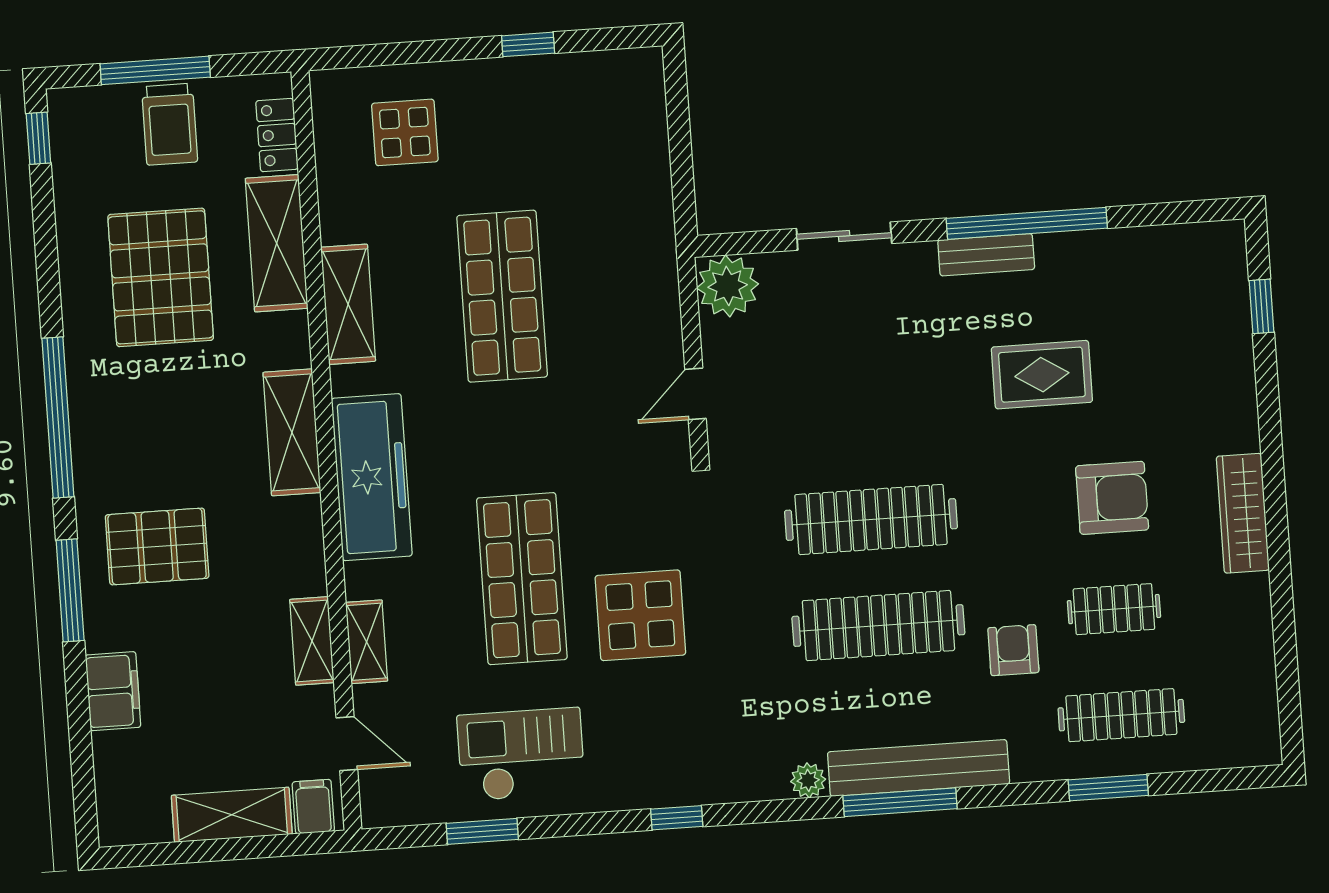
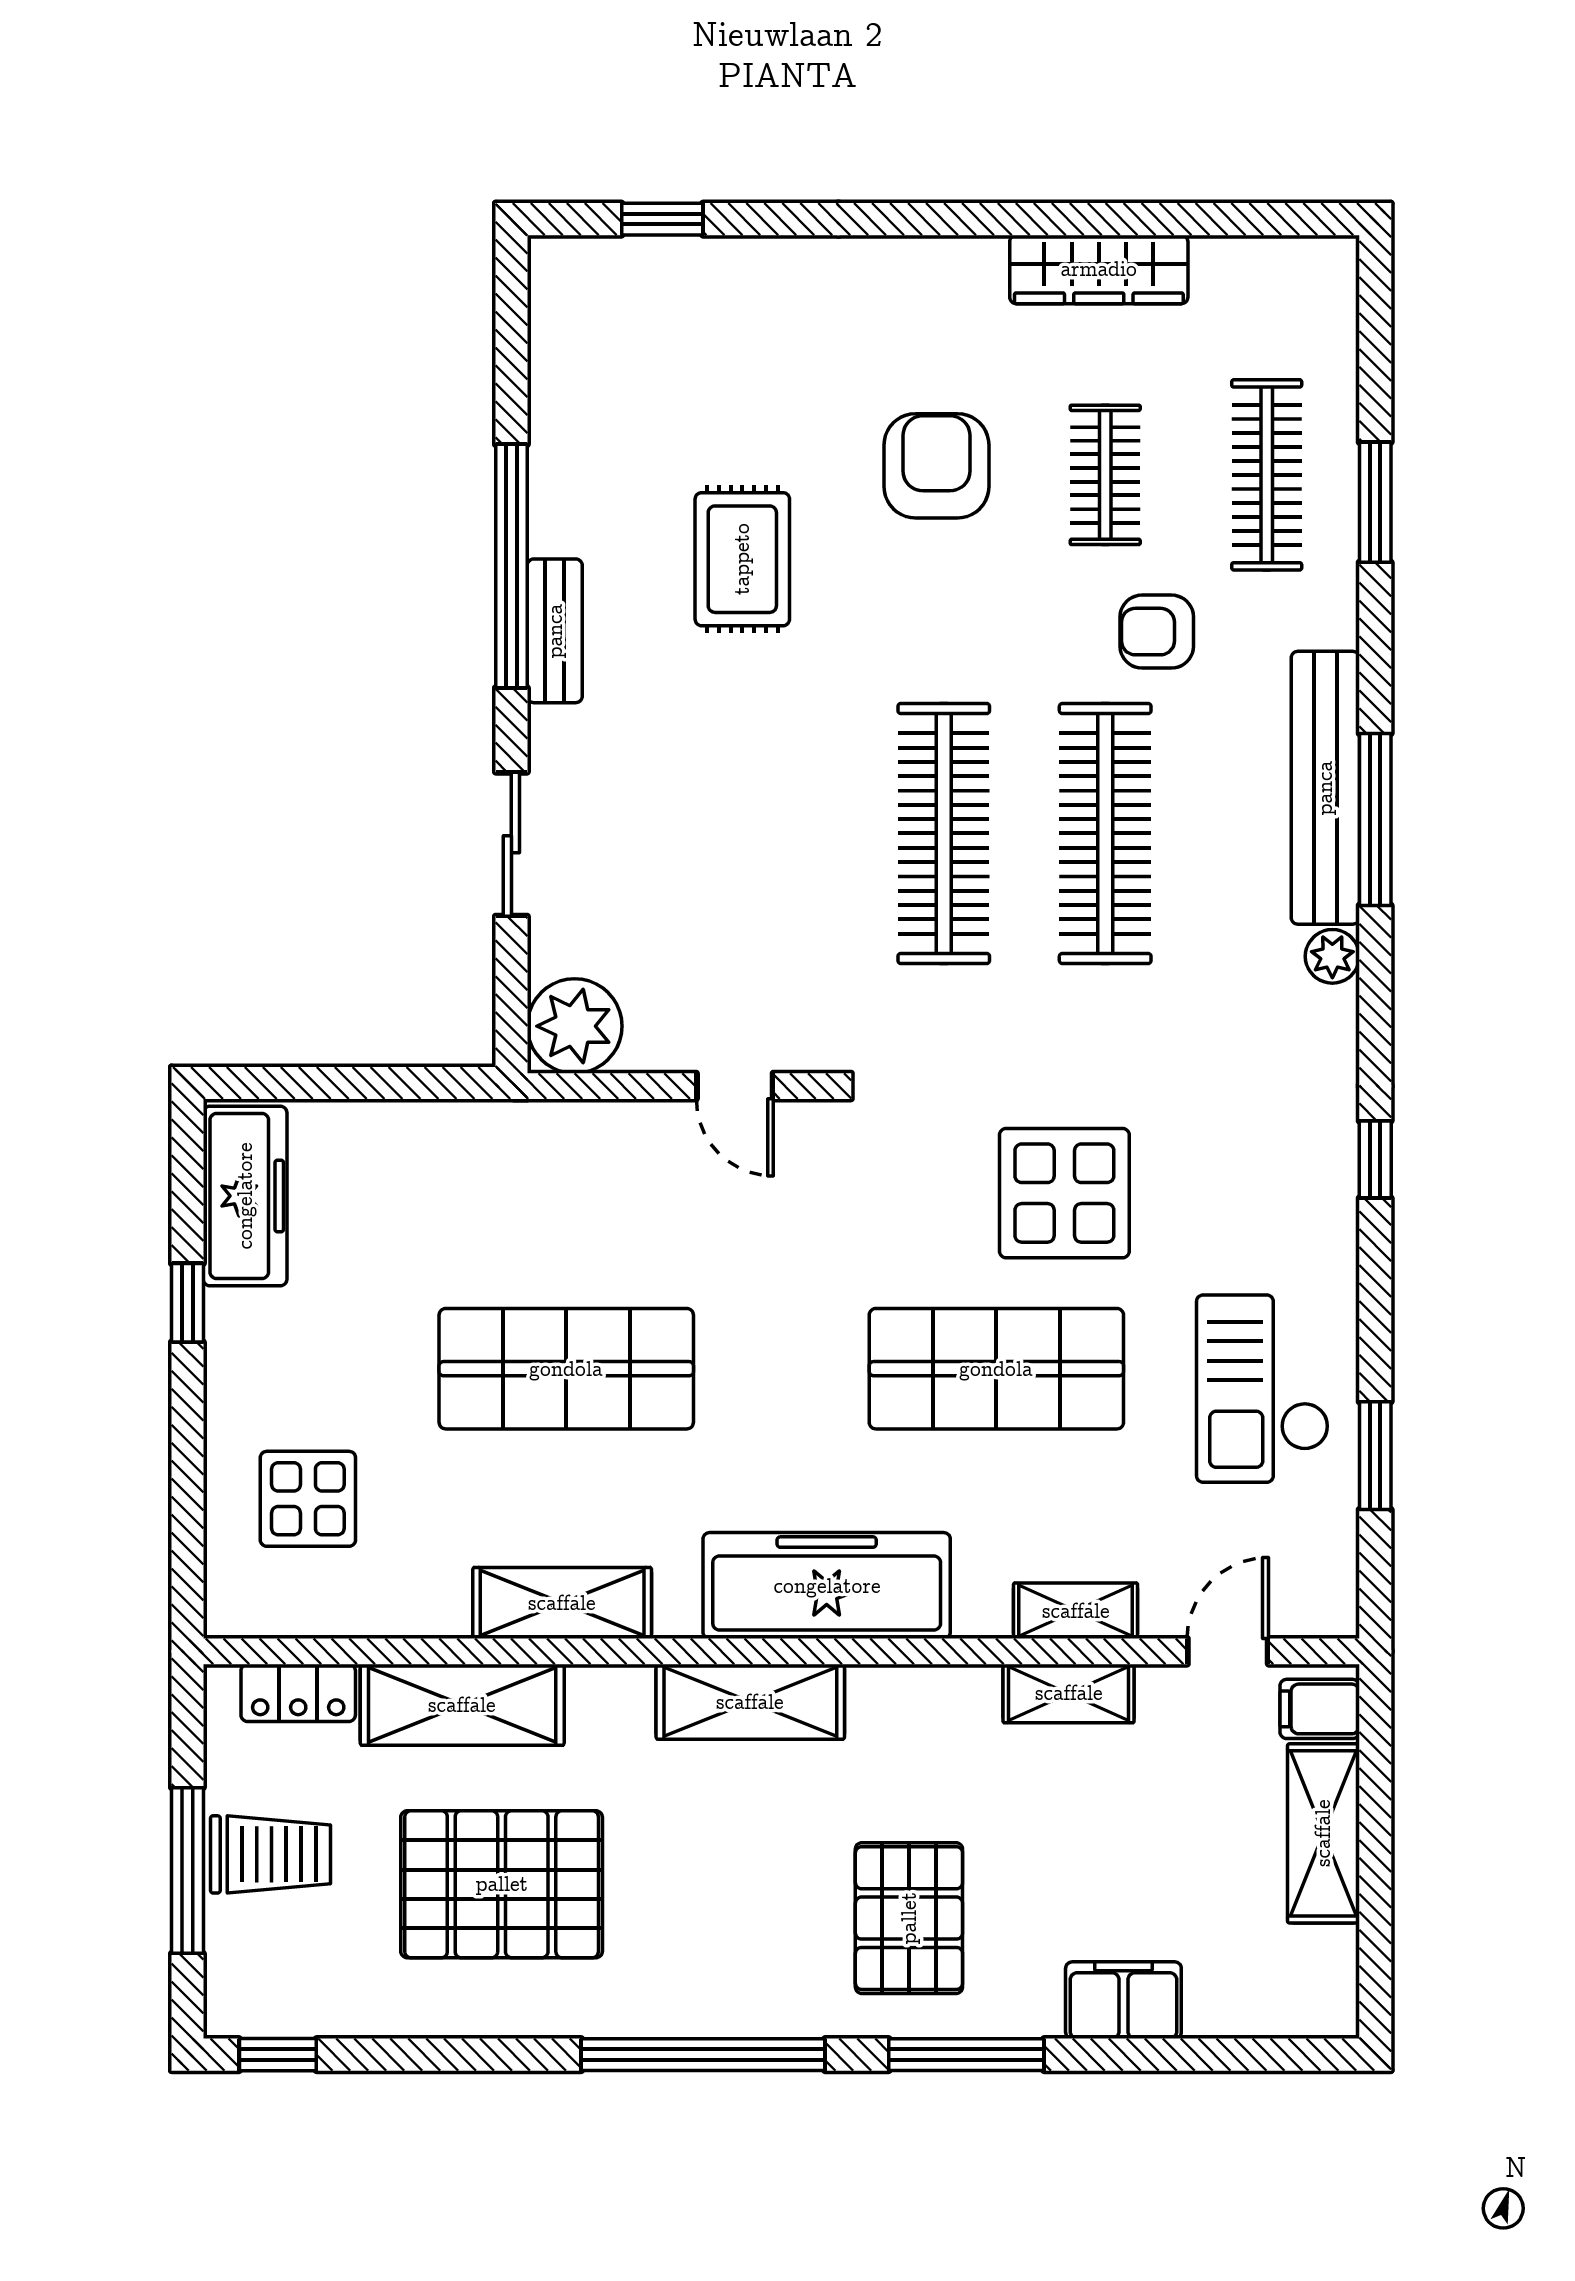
freezer: (601, 77) -> (245, 1196), added
wardrobe: (1243, 513) -> (1099, 269), moved

